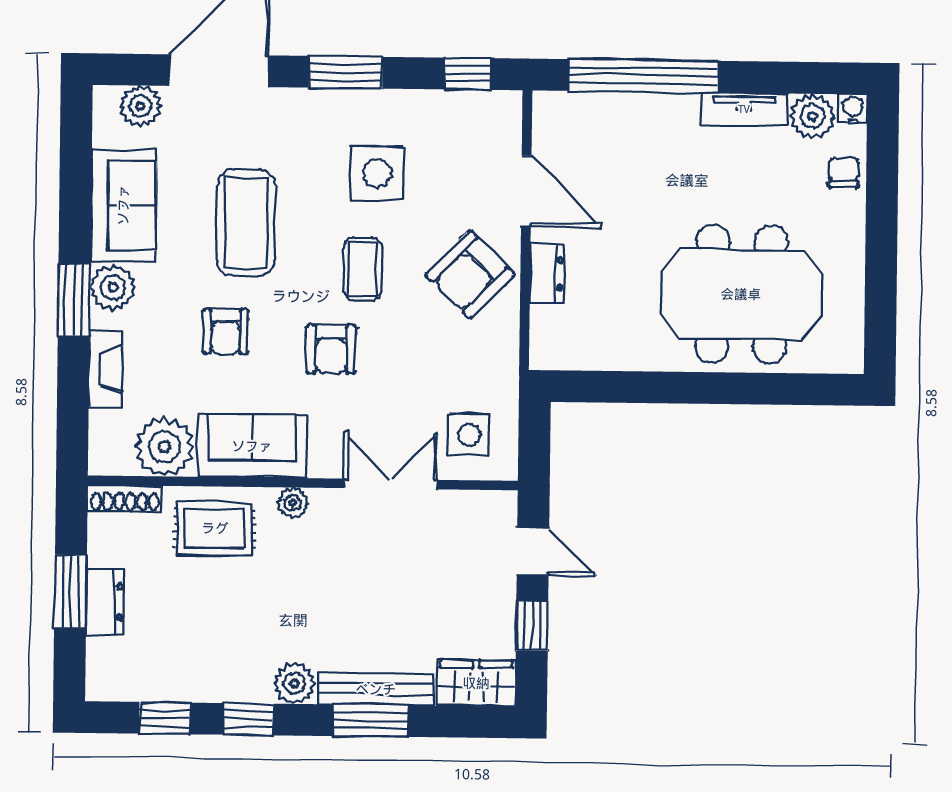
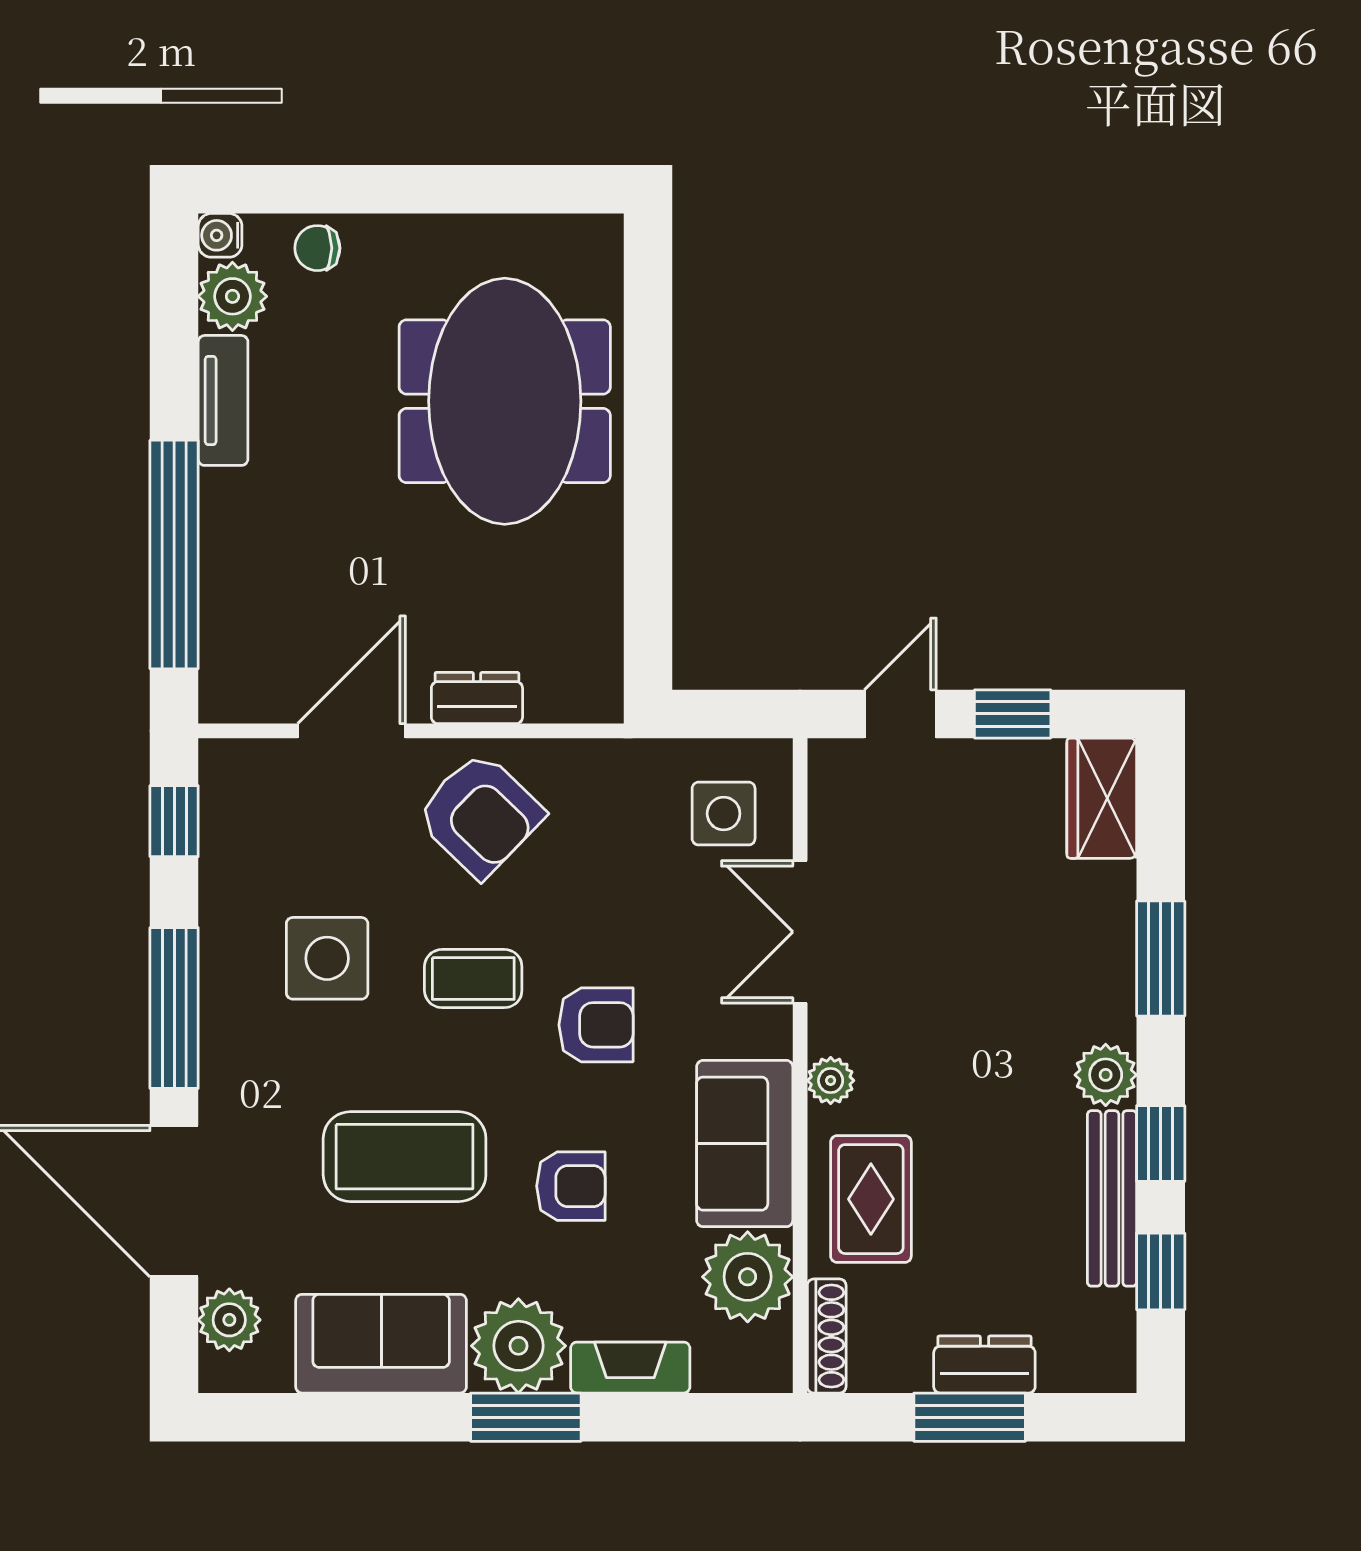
window: (346, 72) -> (174, 1008), width x1.44
plant: (113, 287) -> (518, 1346), width x1.36, depth x1.36
bench: (376, 689) -> (1112, 1198), moved

